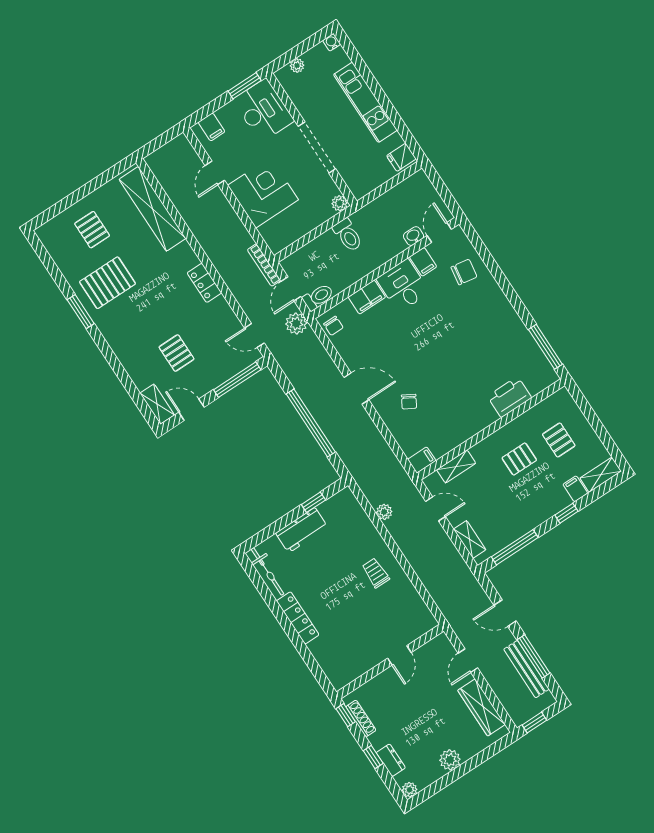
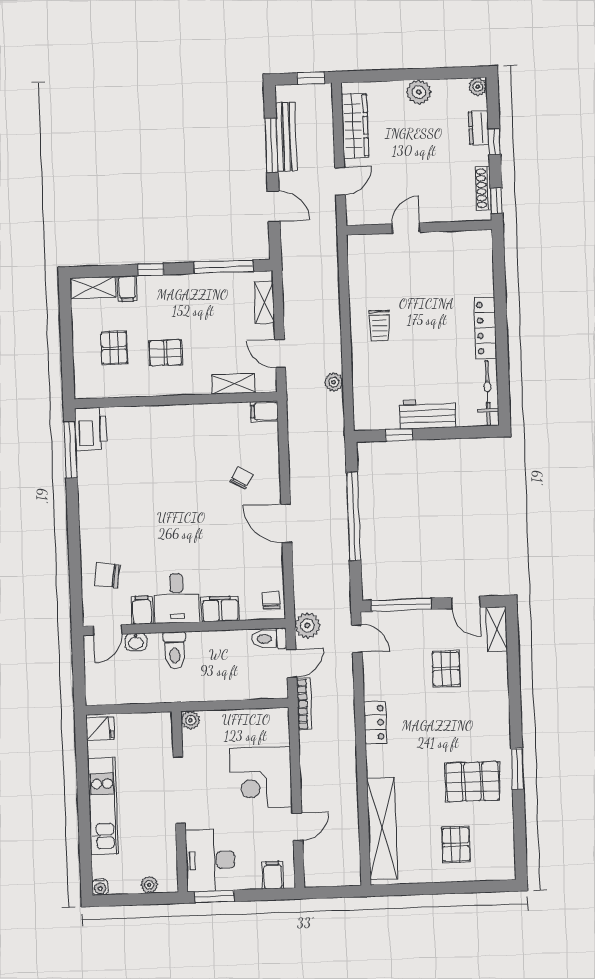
toilet: (348, 235) -> (175, 650), moved, turned 180
printer: (509, 397) -> (91, 429), moved, turned -90

